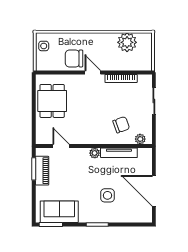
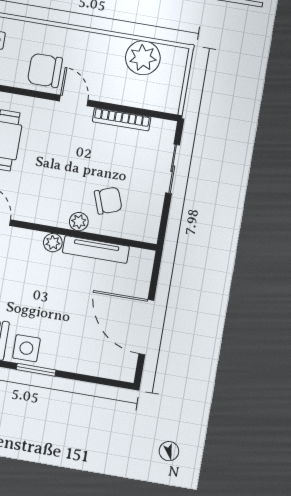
plant: (140, 139) -> (79, 222), moved
side table: (107, 195) -> (26, 348), moved

